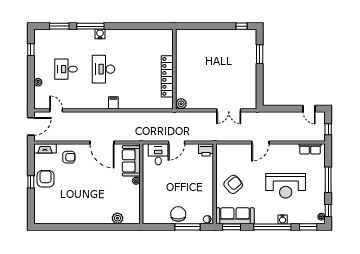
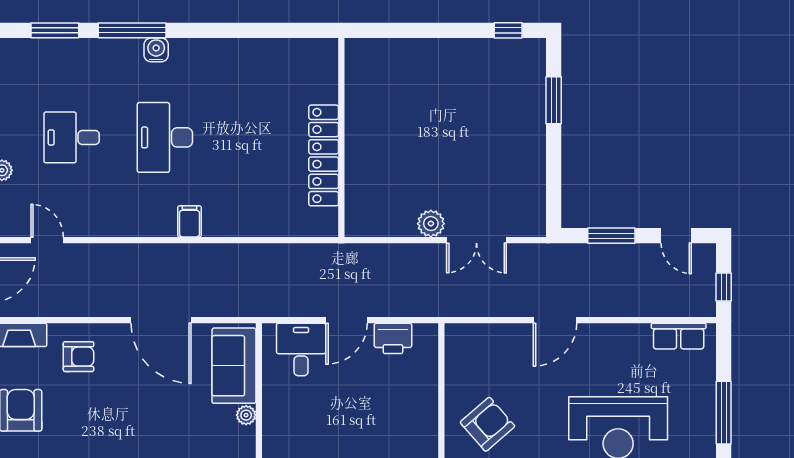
plant: (181, 104) -> (431, 224), moved
window: (283, 109) -> (611, 236), added
printer: (206, 150) -> (393, 338), moved

